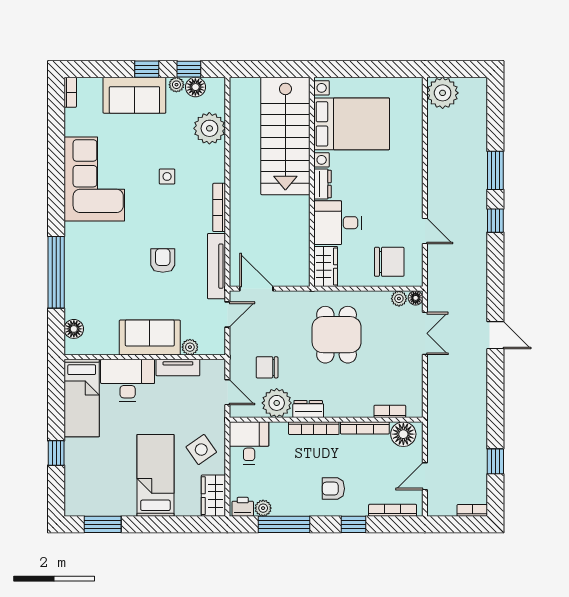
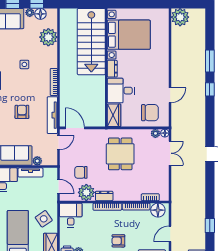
door: (425, 231) -> (170, 95), hinge flipped

